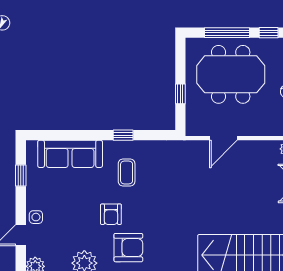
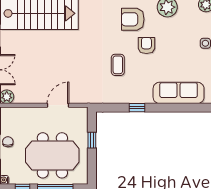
coffee table: (127, 173) -> (118, 65), moved

